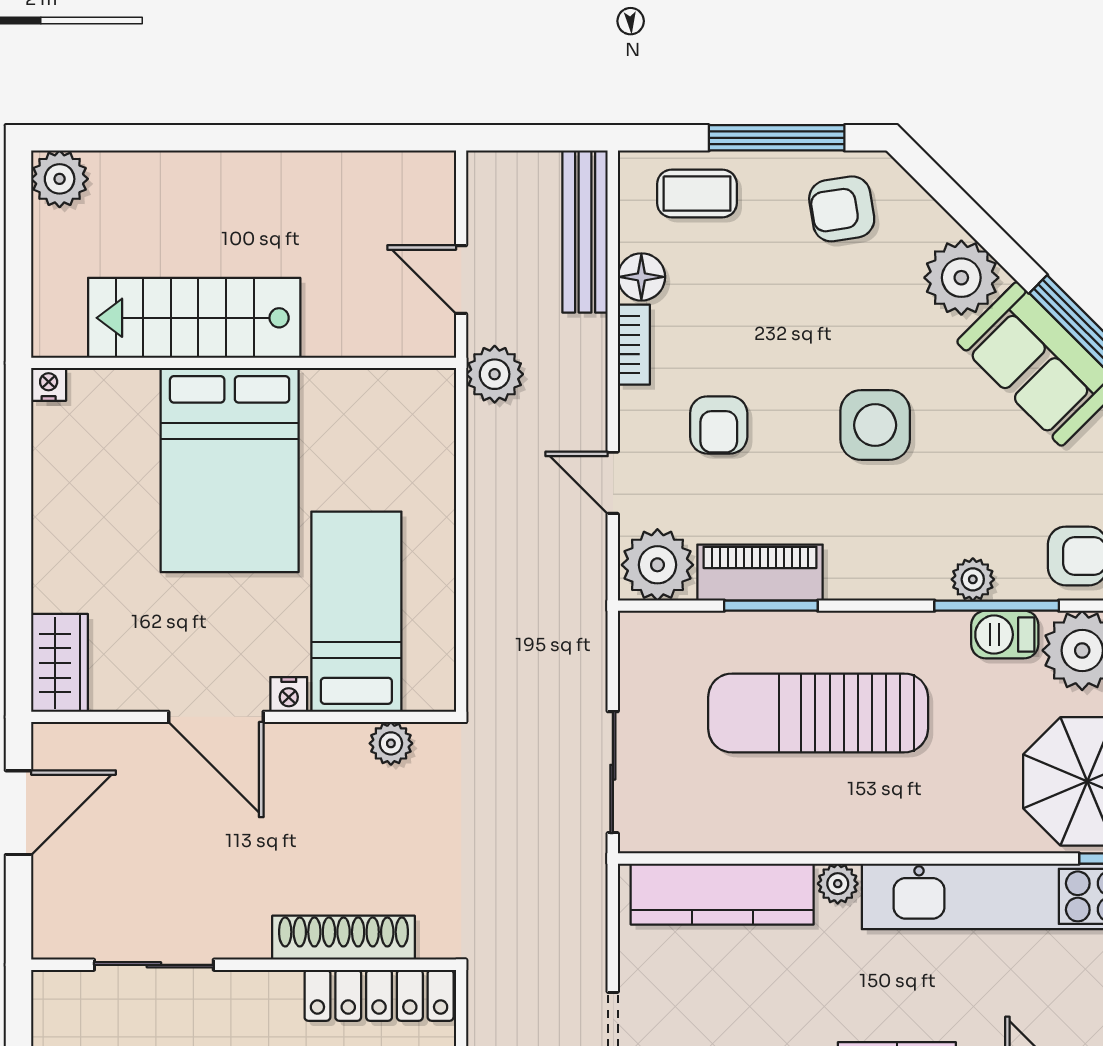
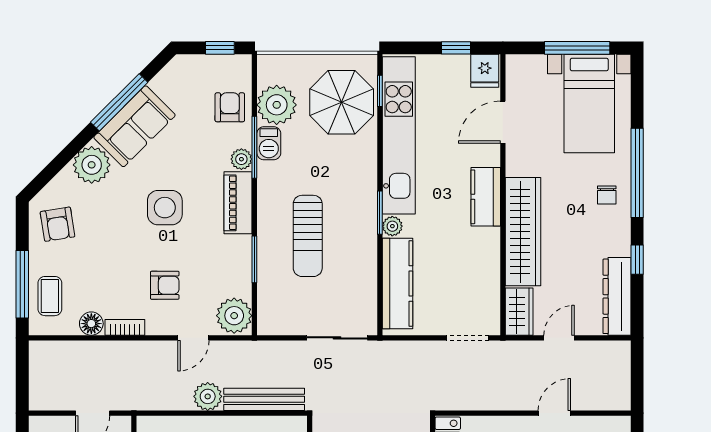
window: (777, 138) -> (22, 284), moved
bench: (585, 231) -> (264, 399), moved
plant: (495, 374) -> (208, 396), moved
piano: (760, 573) -> (238, 203), moved
sun lounger: (818, 713) -> (308, 236), width x0.73, depth x0.75
window: (865, 859) -> (380, 213), added

